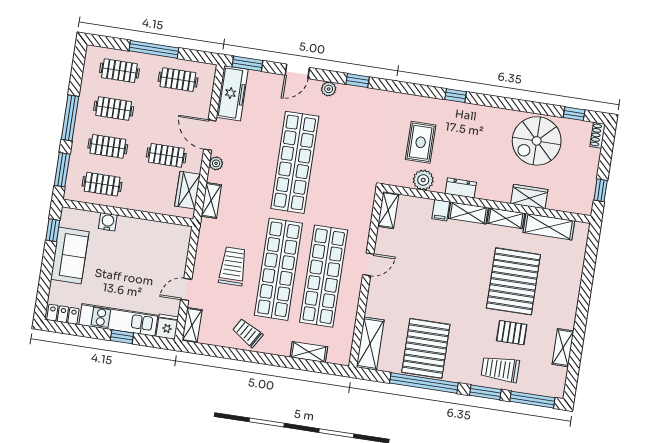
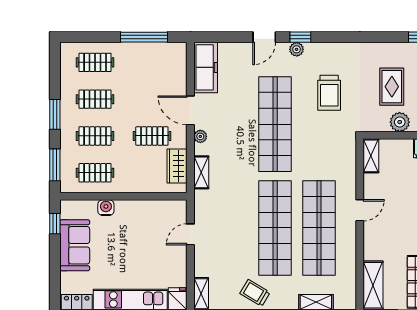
window: (154, 49) -> (144, 37), moved
window: (247, 64) -> (216, 37), removed
clothes rail: (178, 80) -> (152, 62), removed
window: (358, 81) -> (300, 37), moved
window: (70, 118) -> (55, 114), width x0.69
trolley: (233, 266) -> (329, 93), moved, turned 180
door: (186, 289) -> (190, 234), moved

